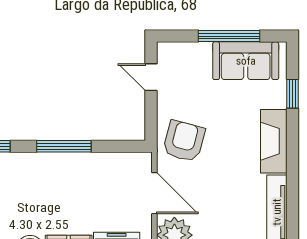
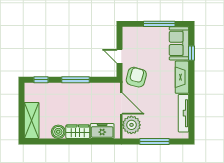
sofa: (246, 61) -> (179, 43), moved, turned 90
door: (151, 77) -> (120, 56), moved

